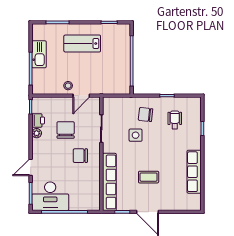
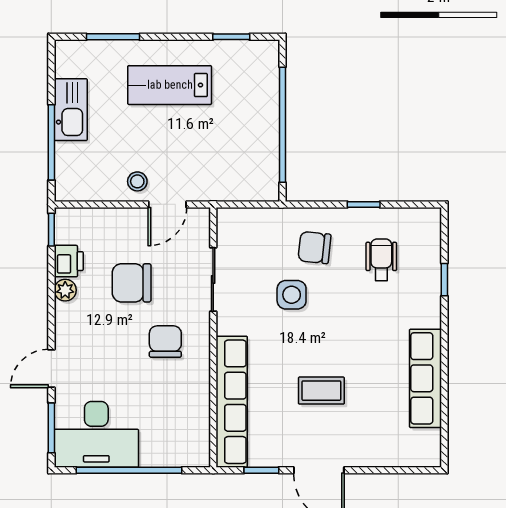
chair: (66, 130) -> (132, 283), turned -90
chair: (80, 156) -> (165, 342), turned 90

